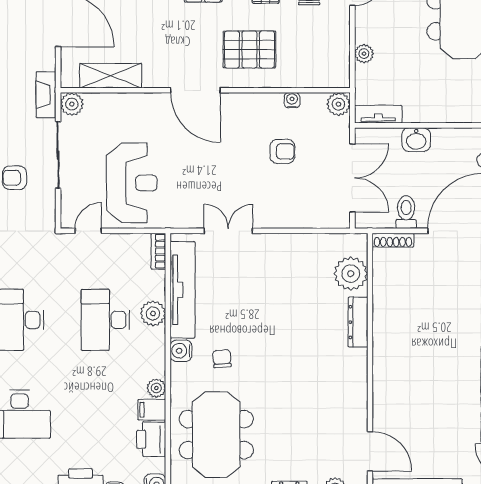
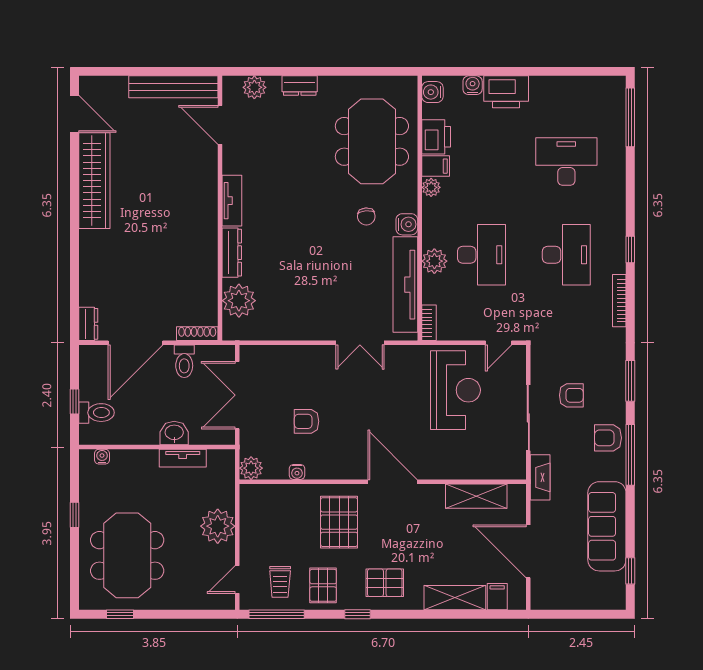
pallet: (249, 50) -> (339, 522), turned 90
plant: (364, 54) -> (218, 526), width x1.88, depth x1.88
plant: (72, 104) -> (515, 468), removed
tv unit: (378, 114) -> (183, 458), moved
reception desk: (132, 183) -> (455, 390), turned 180
tv unit: (358, 375) -> (232, 201), added

